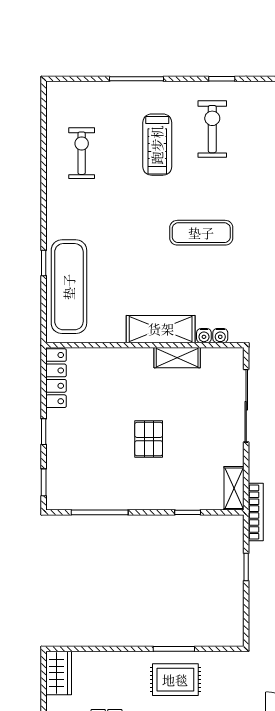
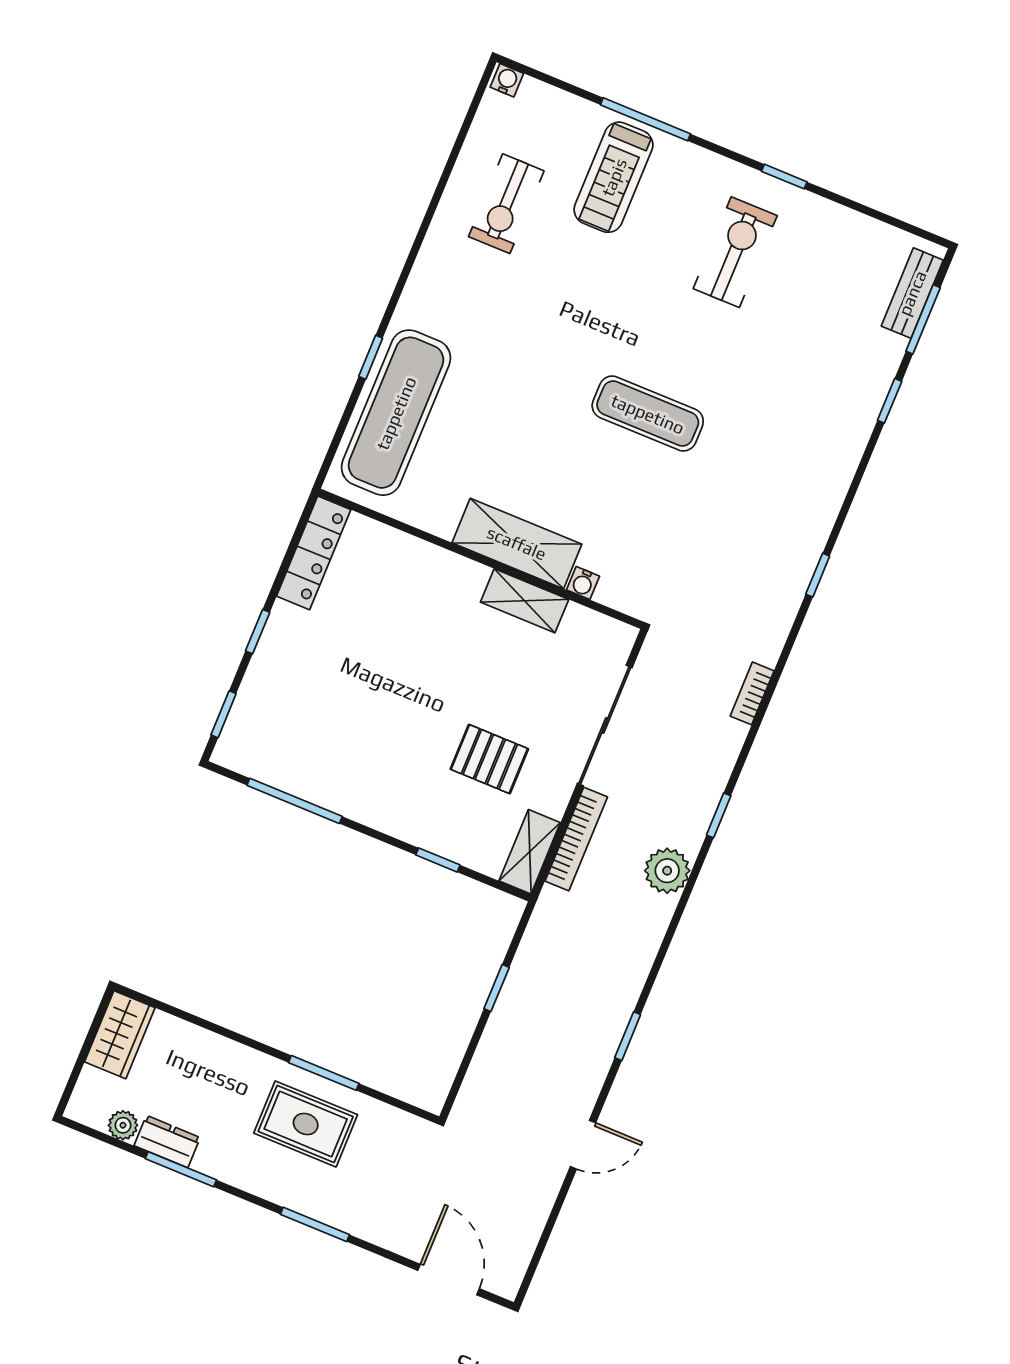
treadmill: (157, 145) -> (614, 177), moved
exercise bike: (82, 153) -> (506, 204), turned 180
water cooler: (220, 336) -> (507, 80), moved, turned 180
pallet: (149, 439) -> (489, 759), moved, turned 90
bookcase: (256, 512) -> (576, 839), moved

